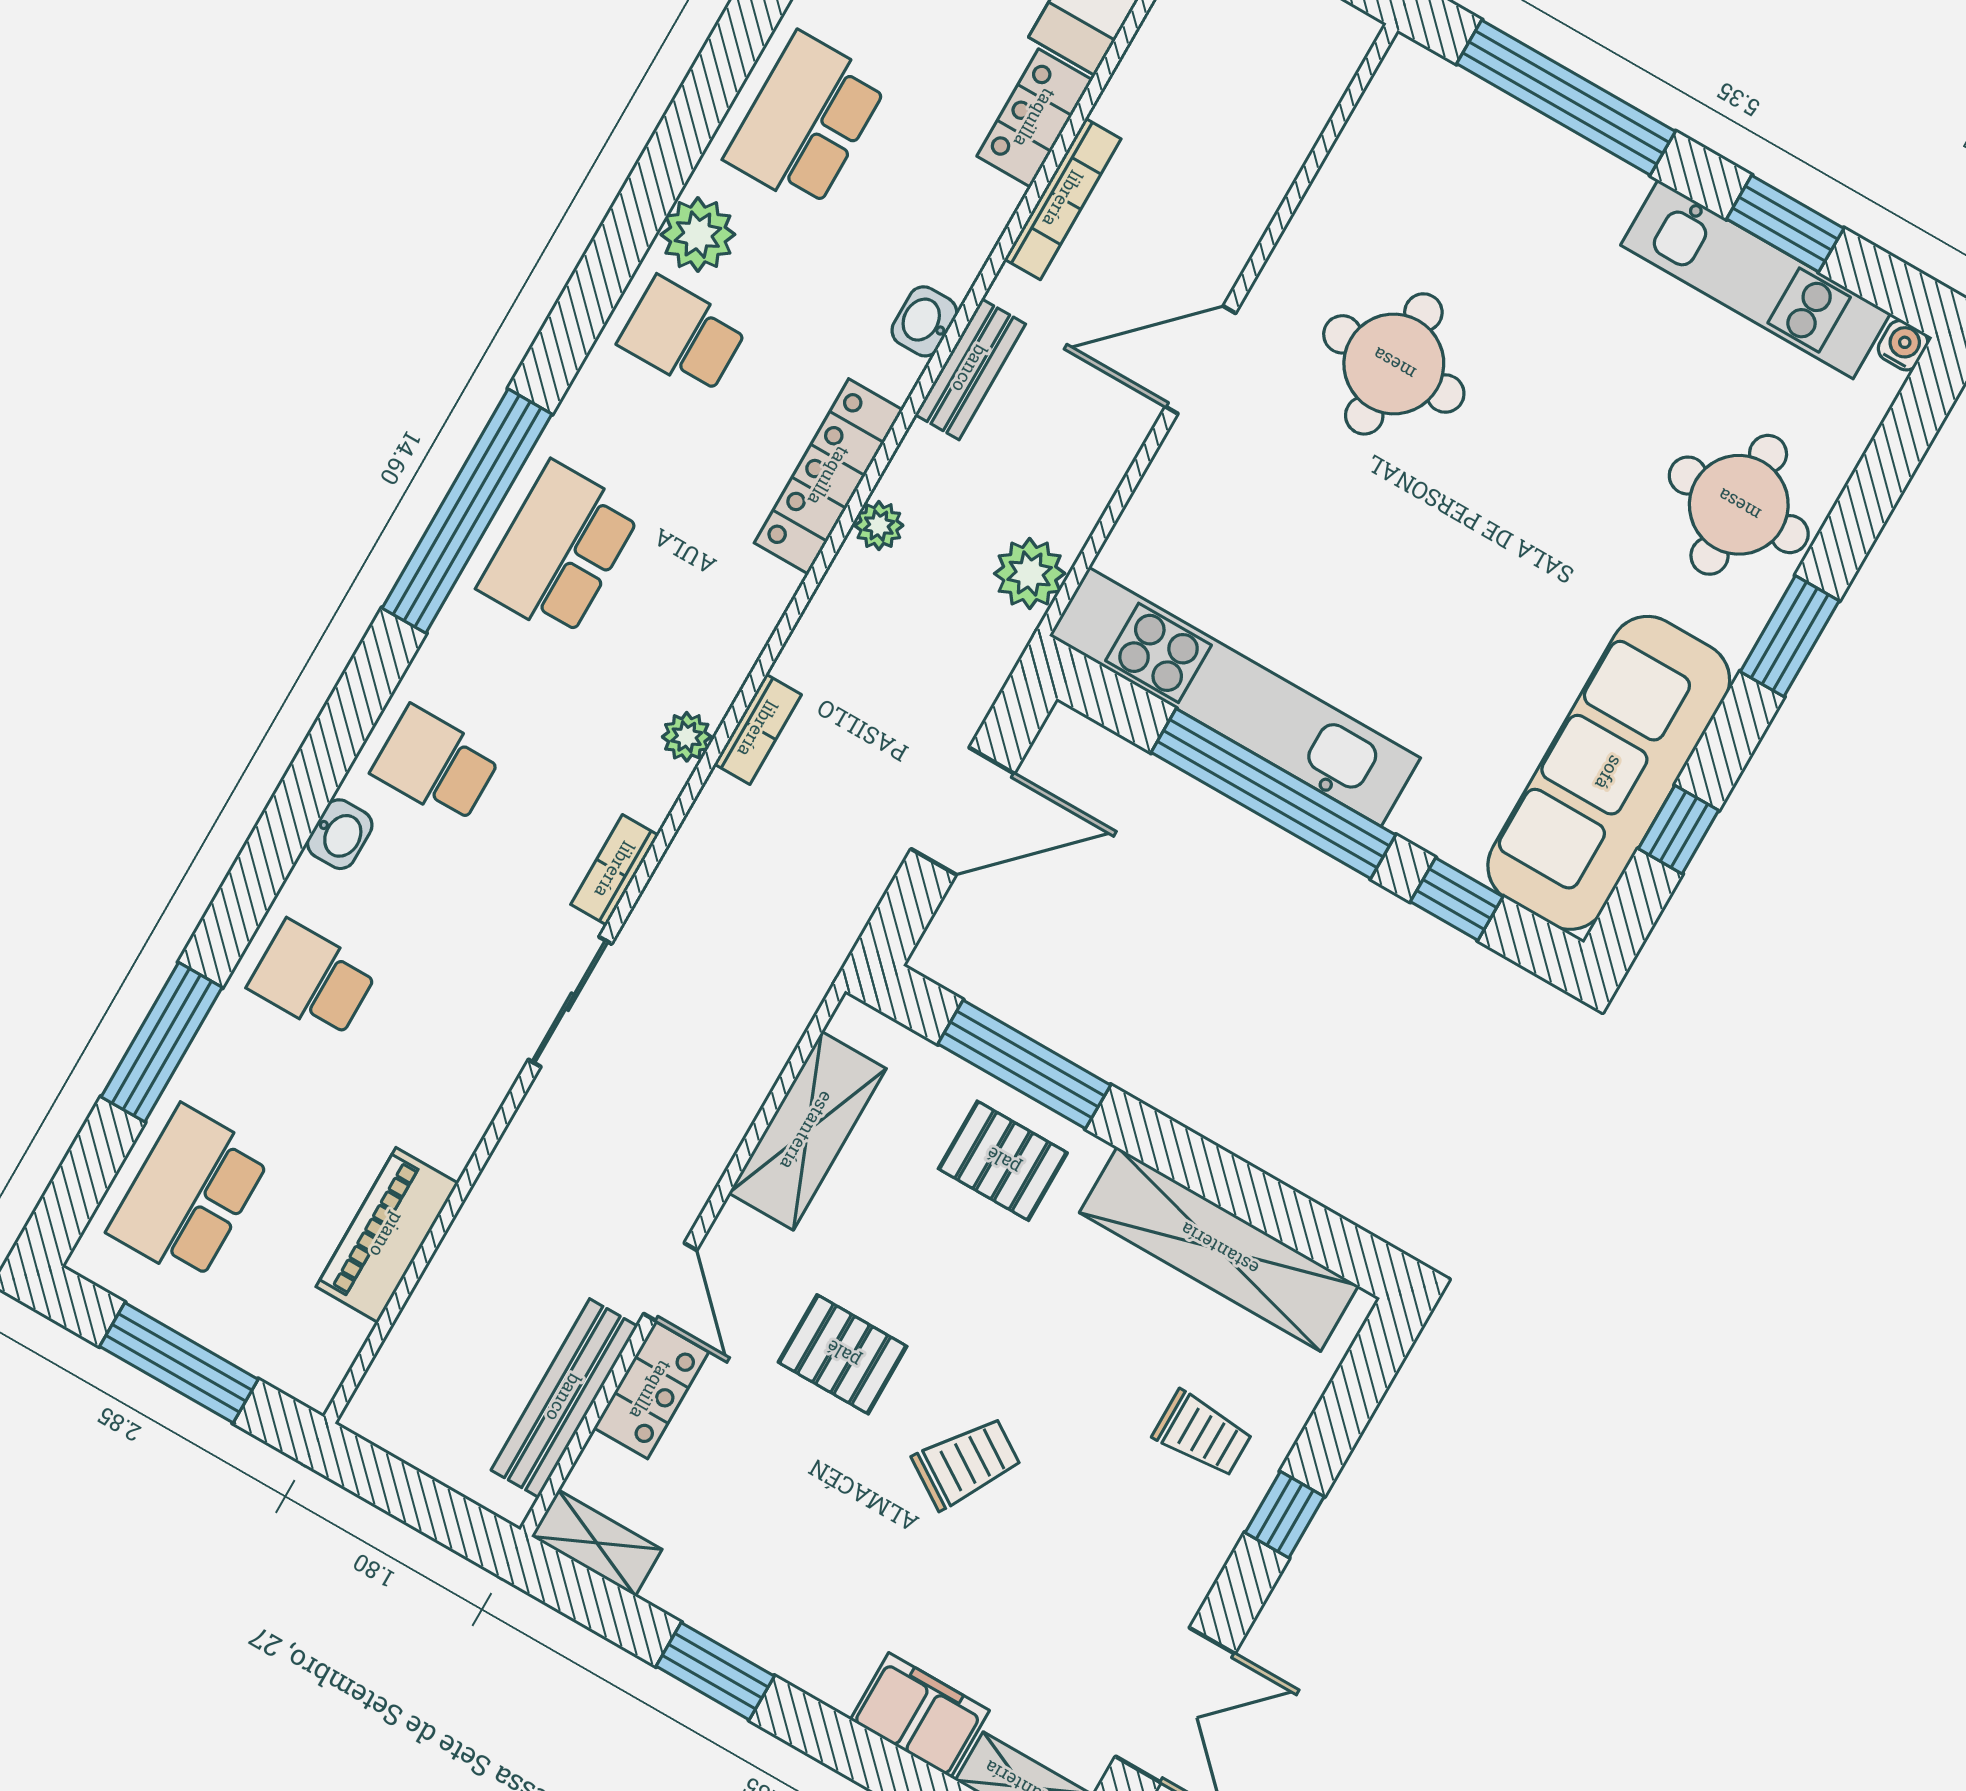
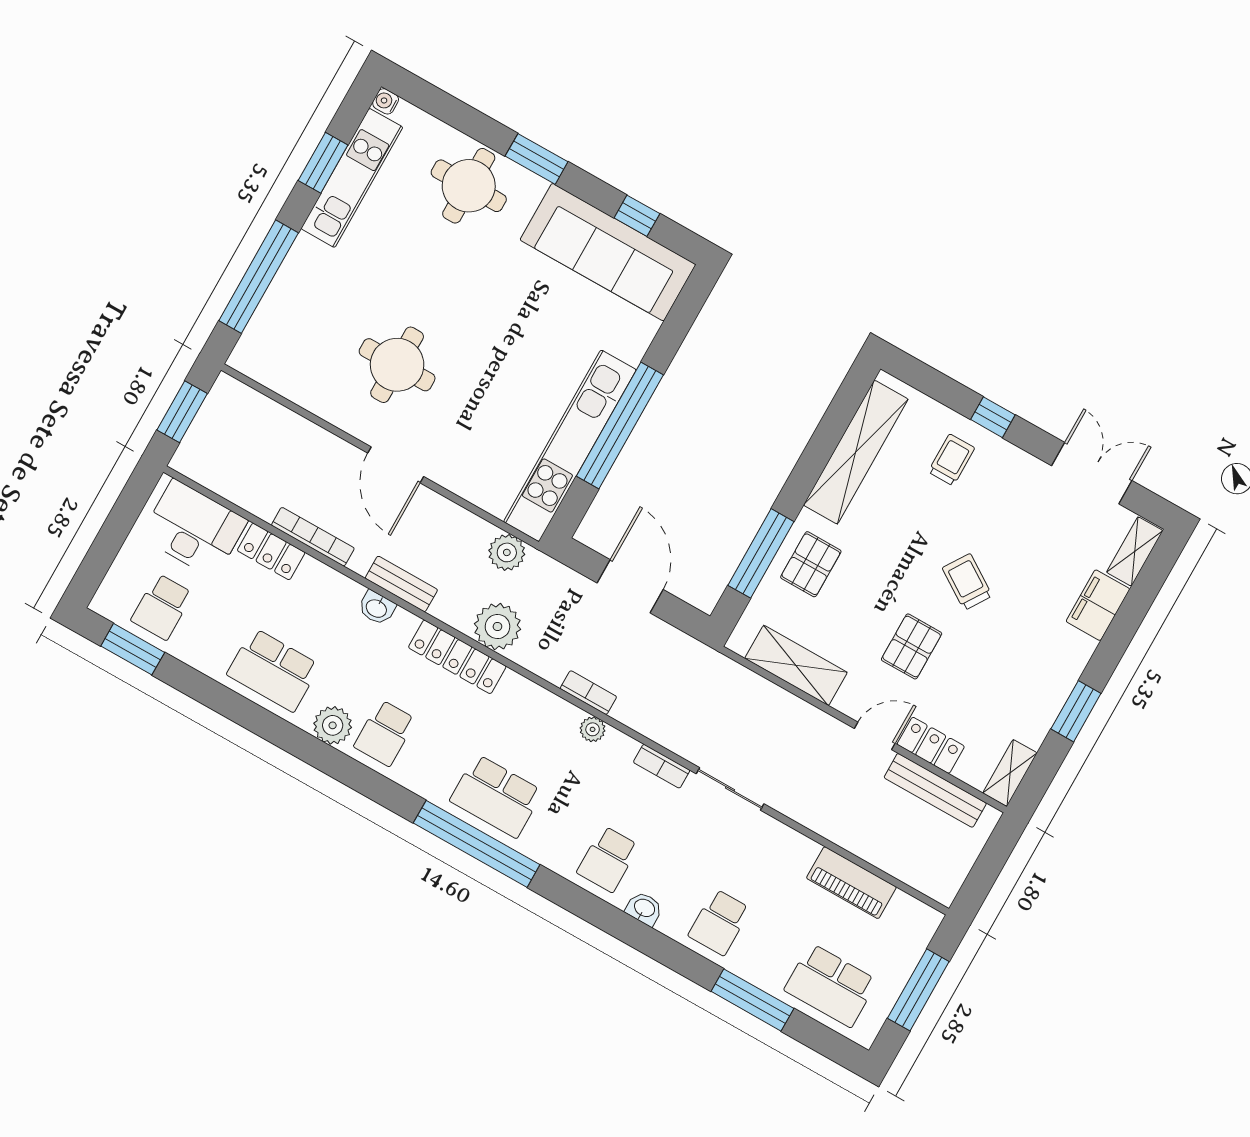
plant: (879, 526) -> (497, 627), width x1.88, depth x1.88
window: (1457, 899) -> (674, 330), removed

